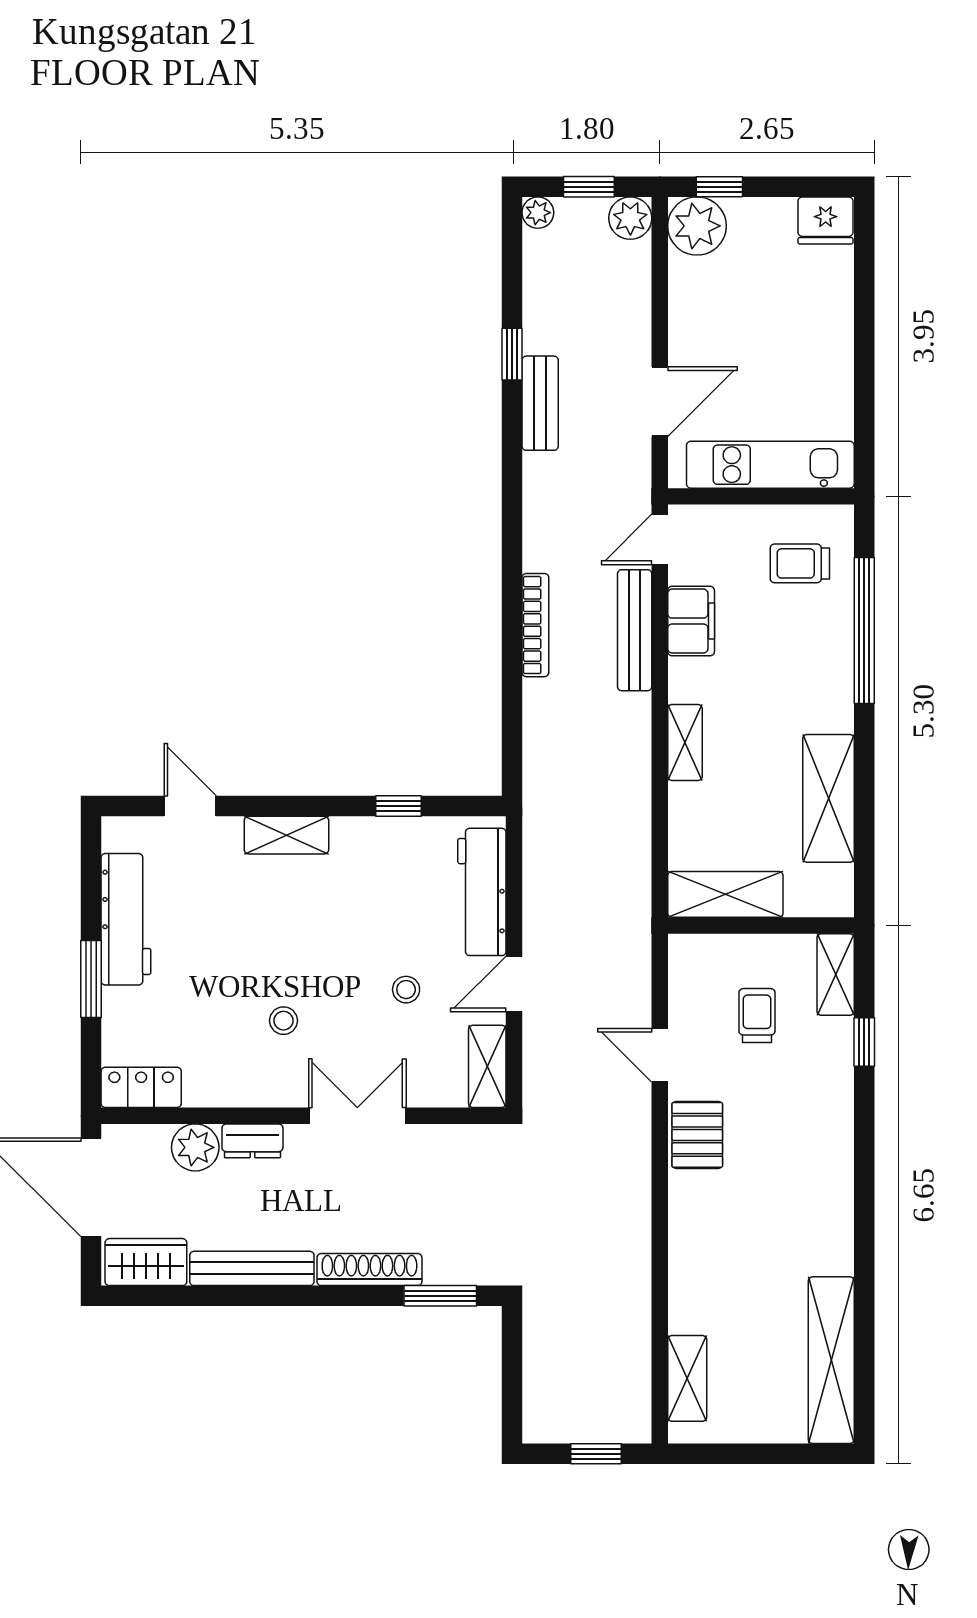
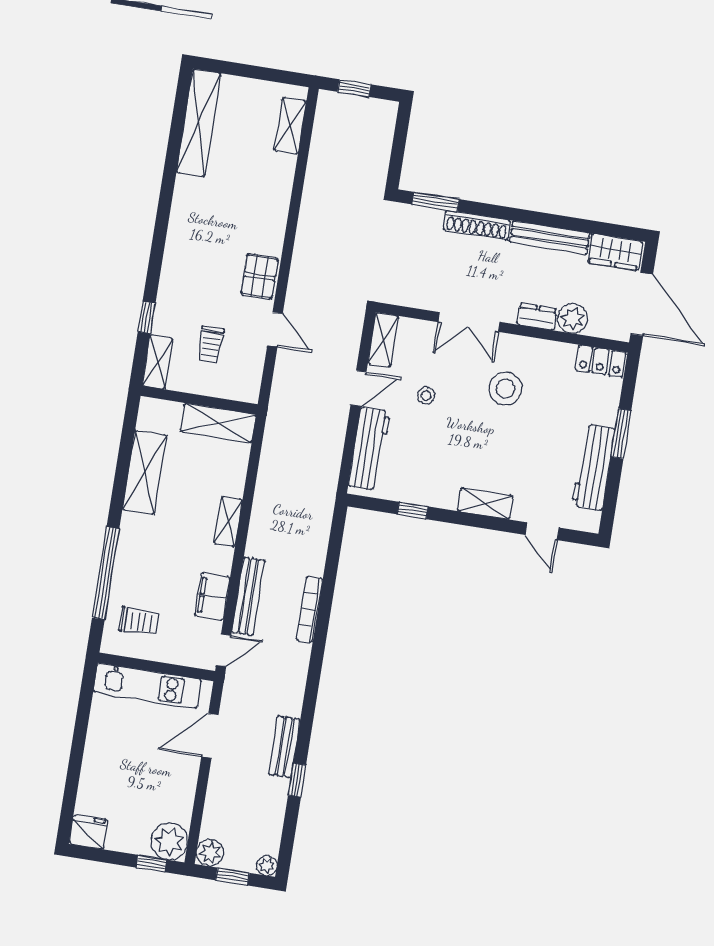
stool: (283, 1021) -> (505, 388), width x1.89, depth x1.89

